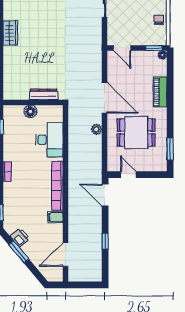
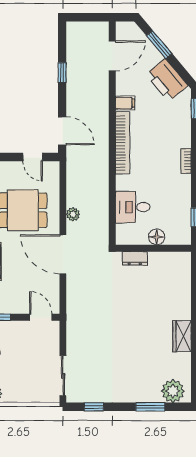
dresser: (44, 94) -> (135, 258), width x0.70
desk: (49, 140) -> (133, 207), width x0.73
printer: (20, 237) -> (167, 80), width x1.87, depth x1.48
window: (19, 252) -> (159, 45), moved

